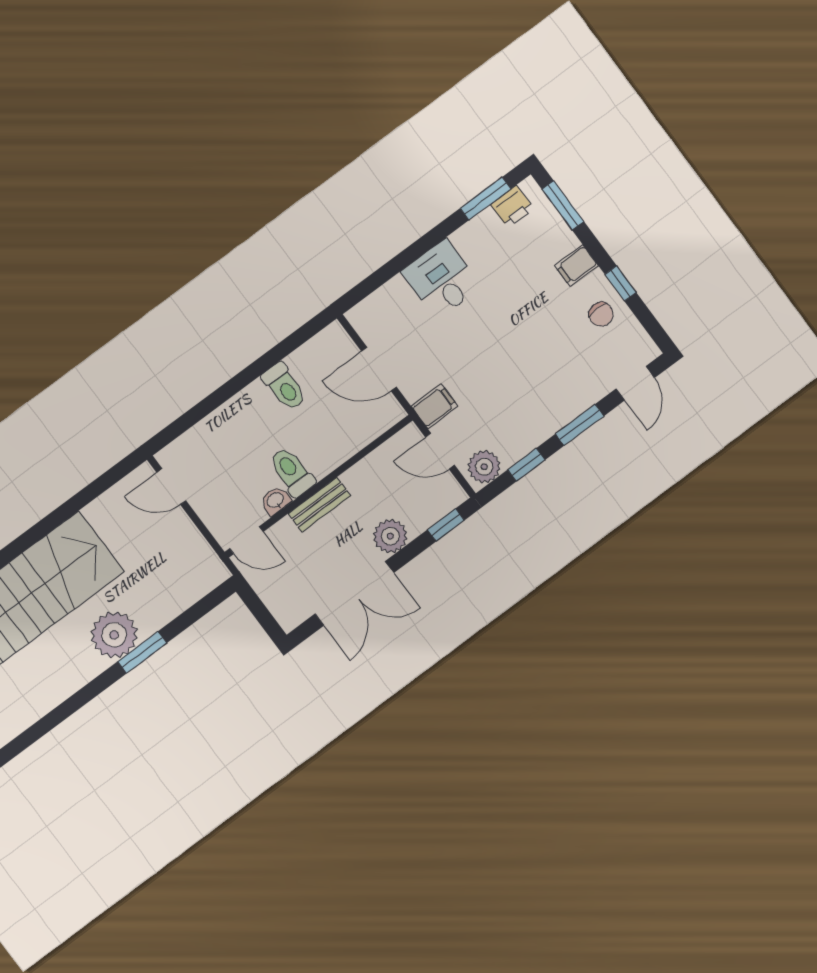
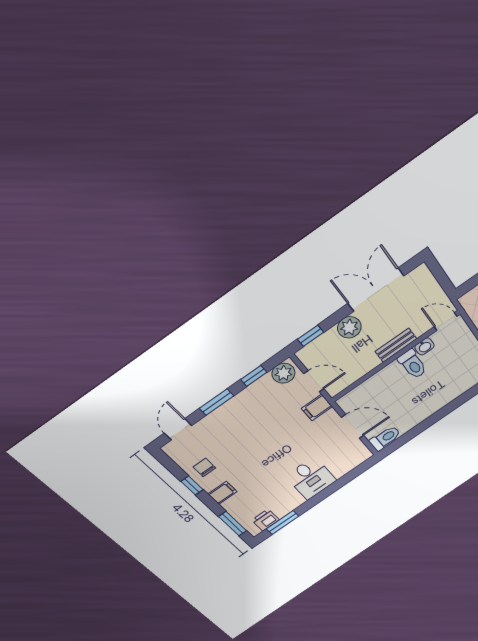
toilet: (284, 387) -> (385, 438), moved, turned 90

